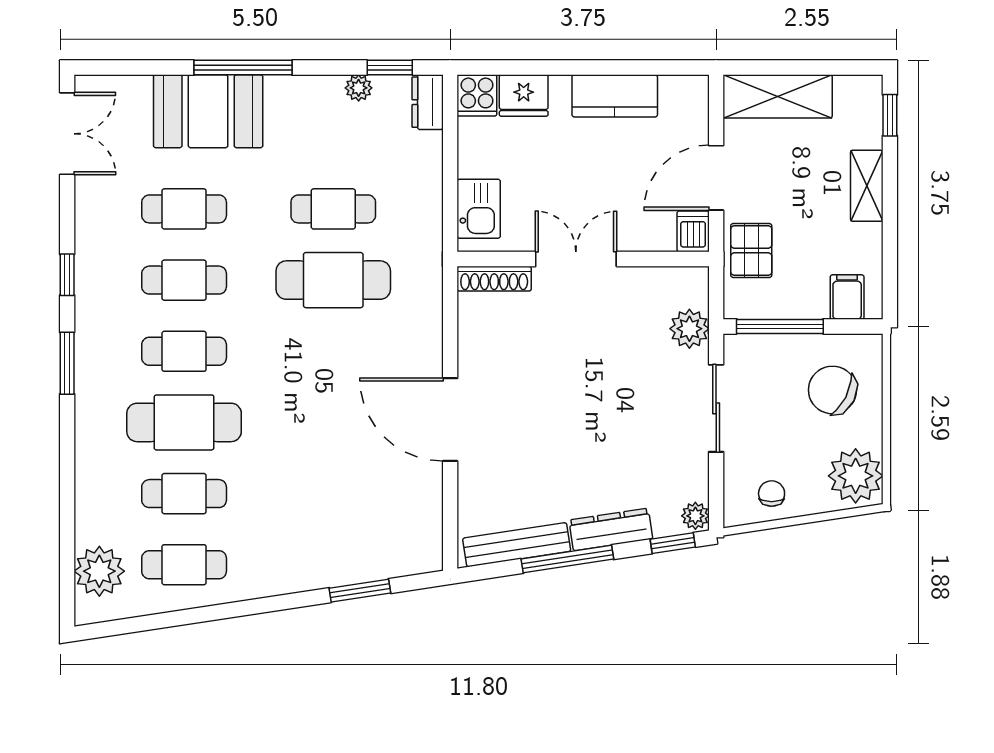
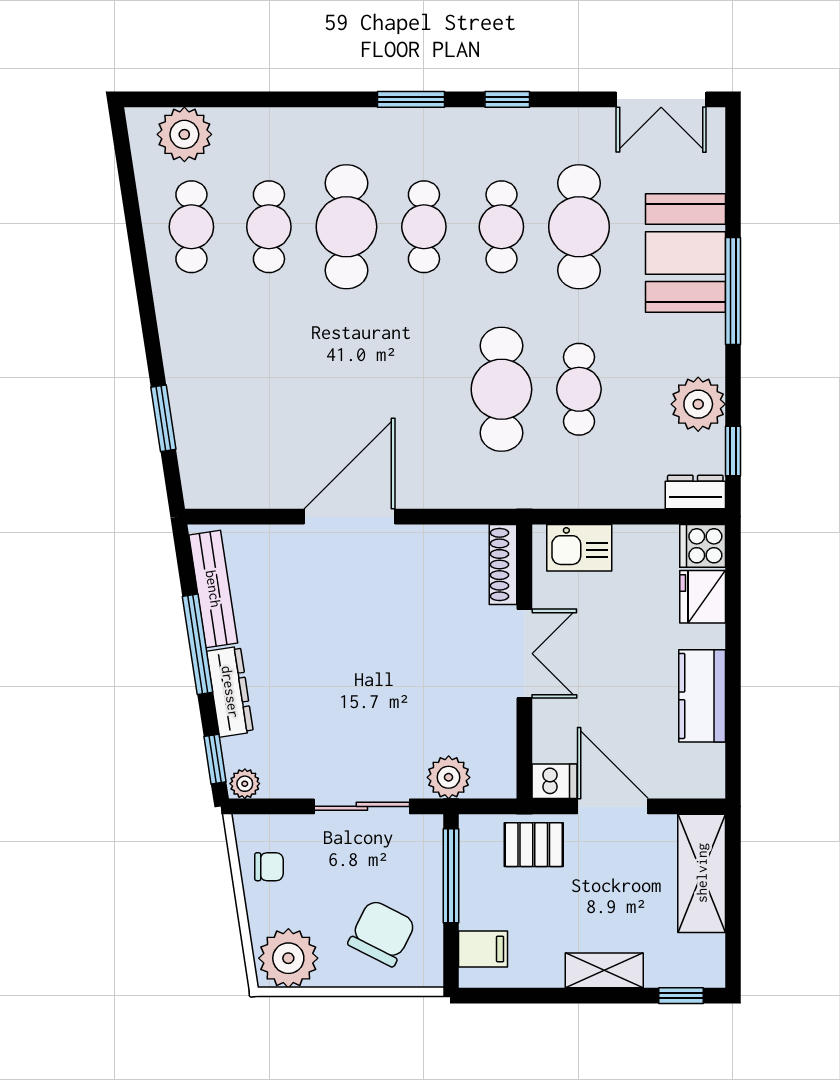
plant: (359, 88) -> (698, 404), width x1.88, depth x1.88
cafe table: (184, 209) -> (579, 227), width x1.37, depth x1.35

